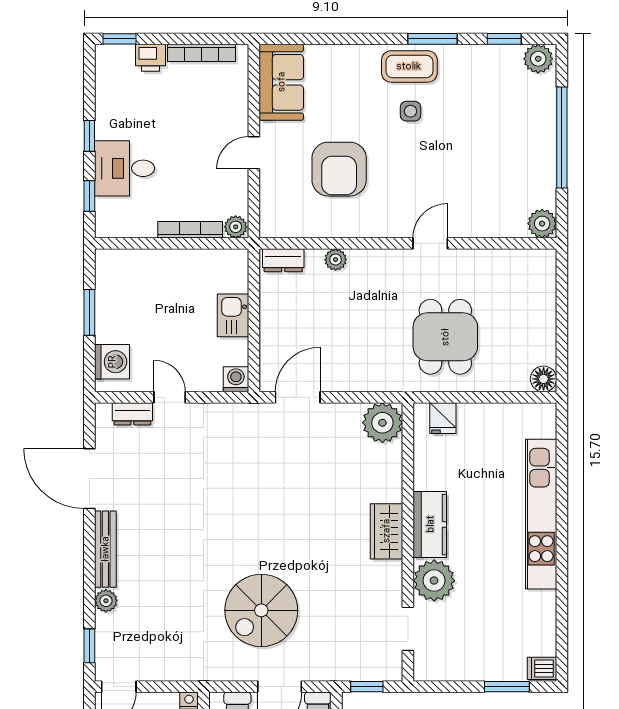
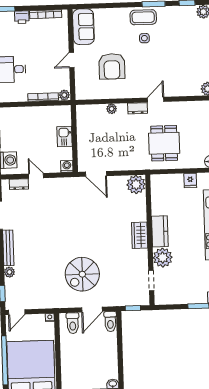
dresser: (283, 260) -> (138, 108), moved
door: (298, 397) -> (96, 174), swing flipped
fridge: (443, 418) -> (190, 180), moved

